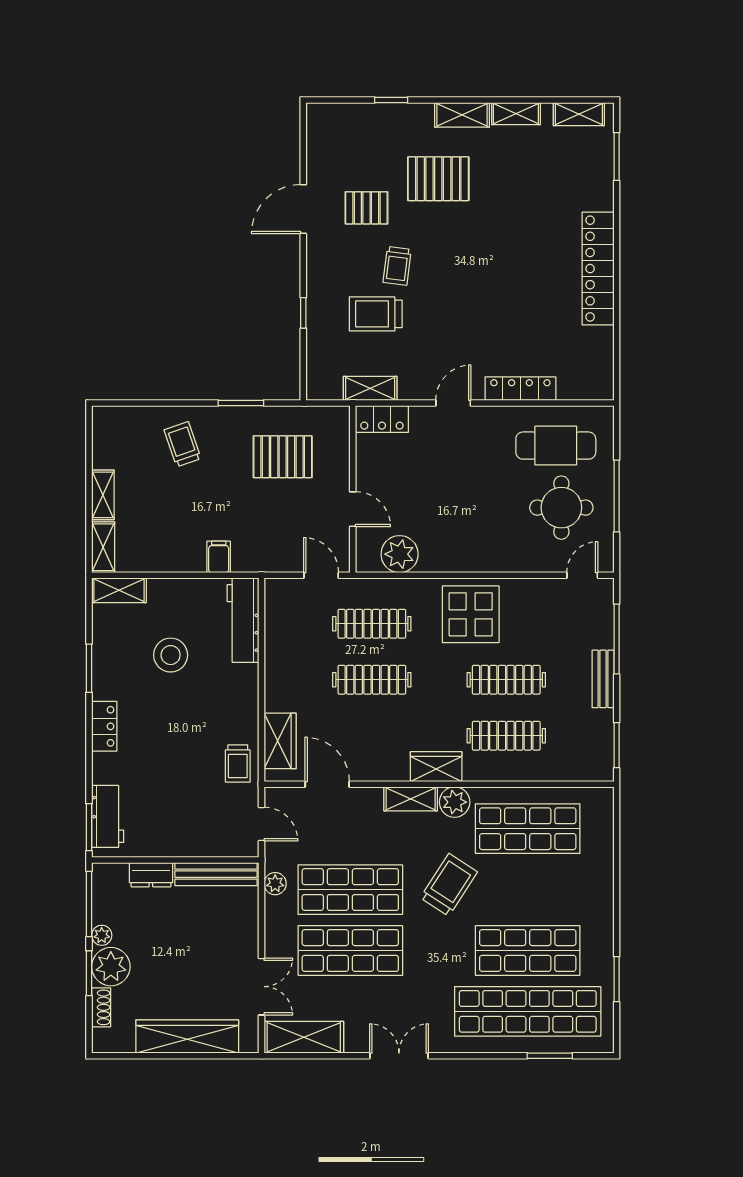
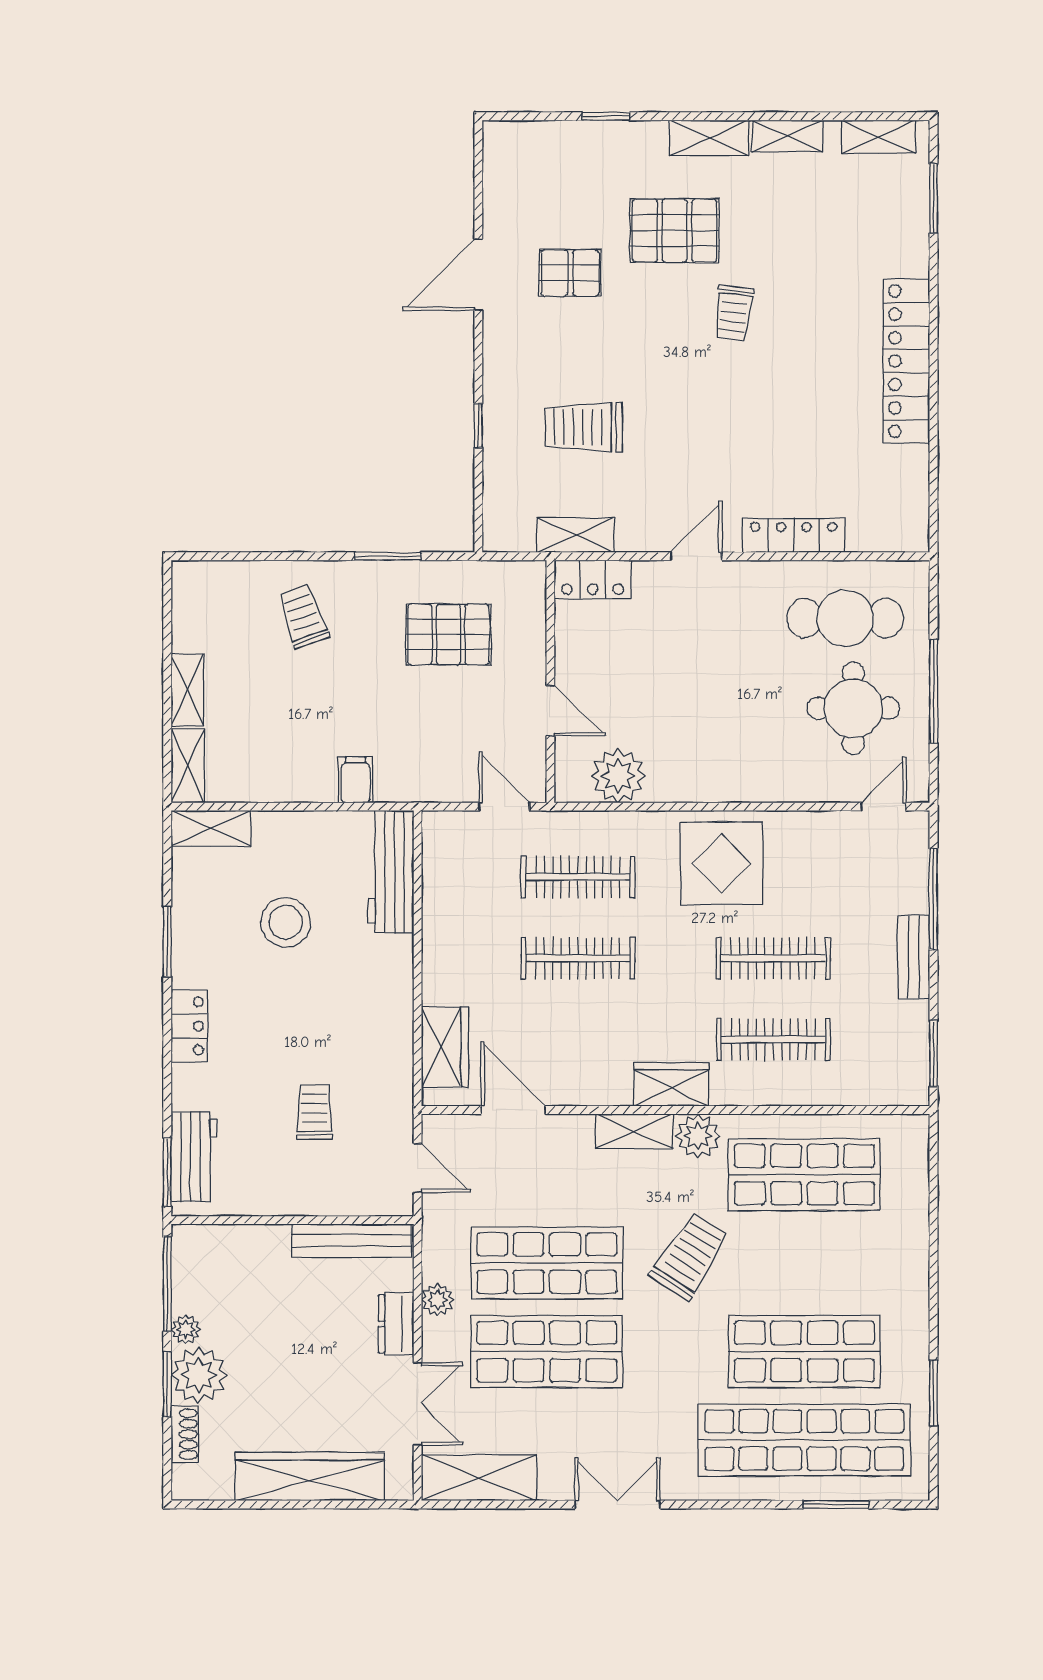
trolley: (397, 266) -> (734, 313), moved
trolley: (238, 763) -> (315, 1112), moved, turned 180
dresser: (151, 875) -> (396, 1324), moved, turned 90
plant: (275, 884) -> (438, 1300), moved

